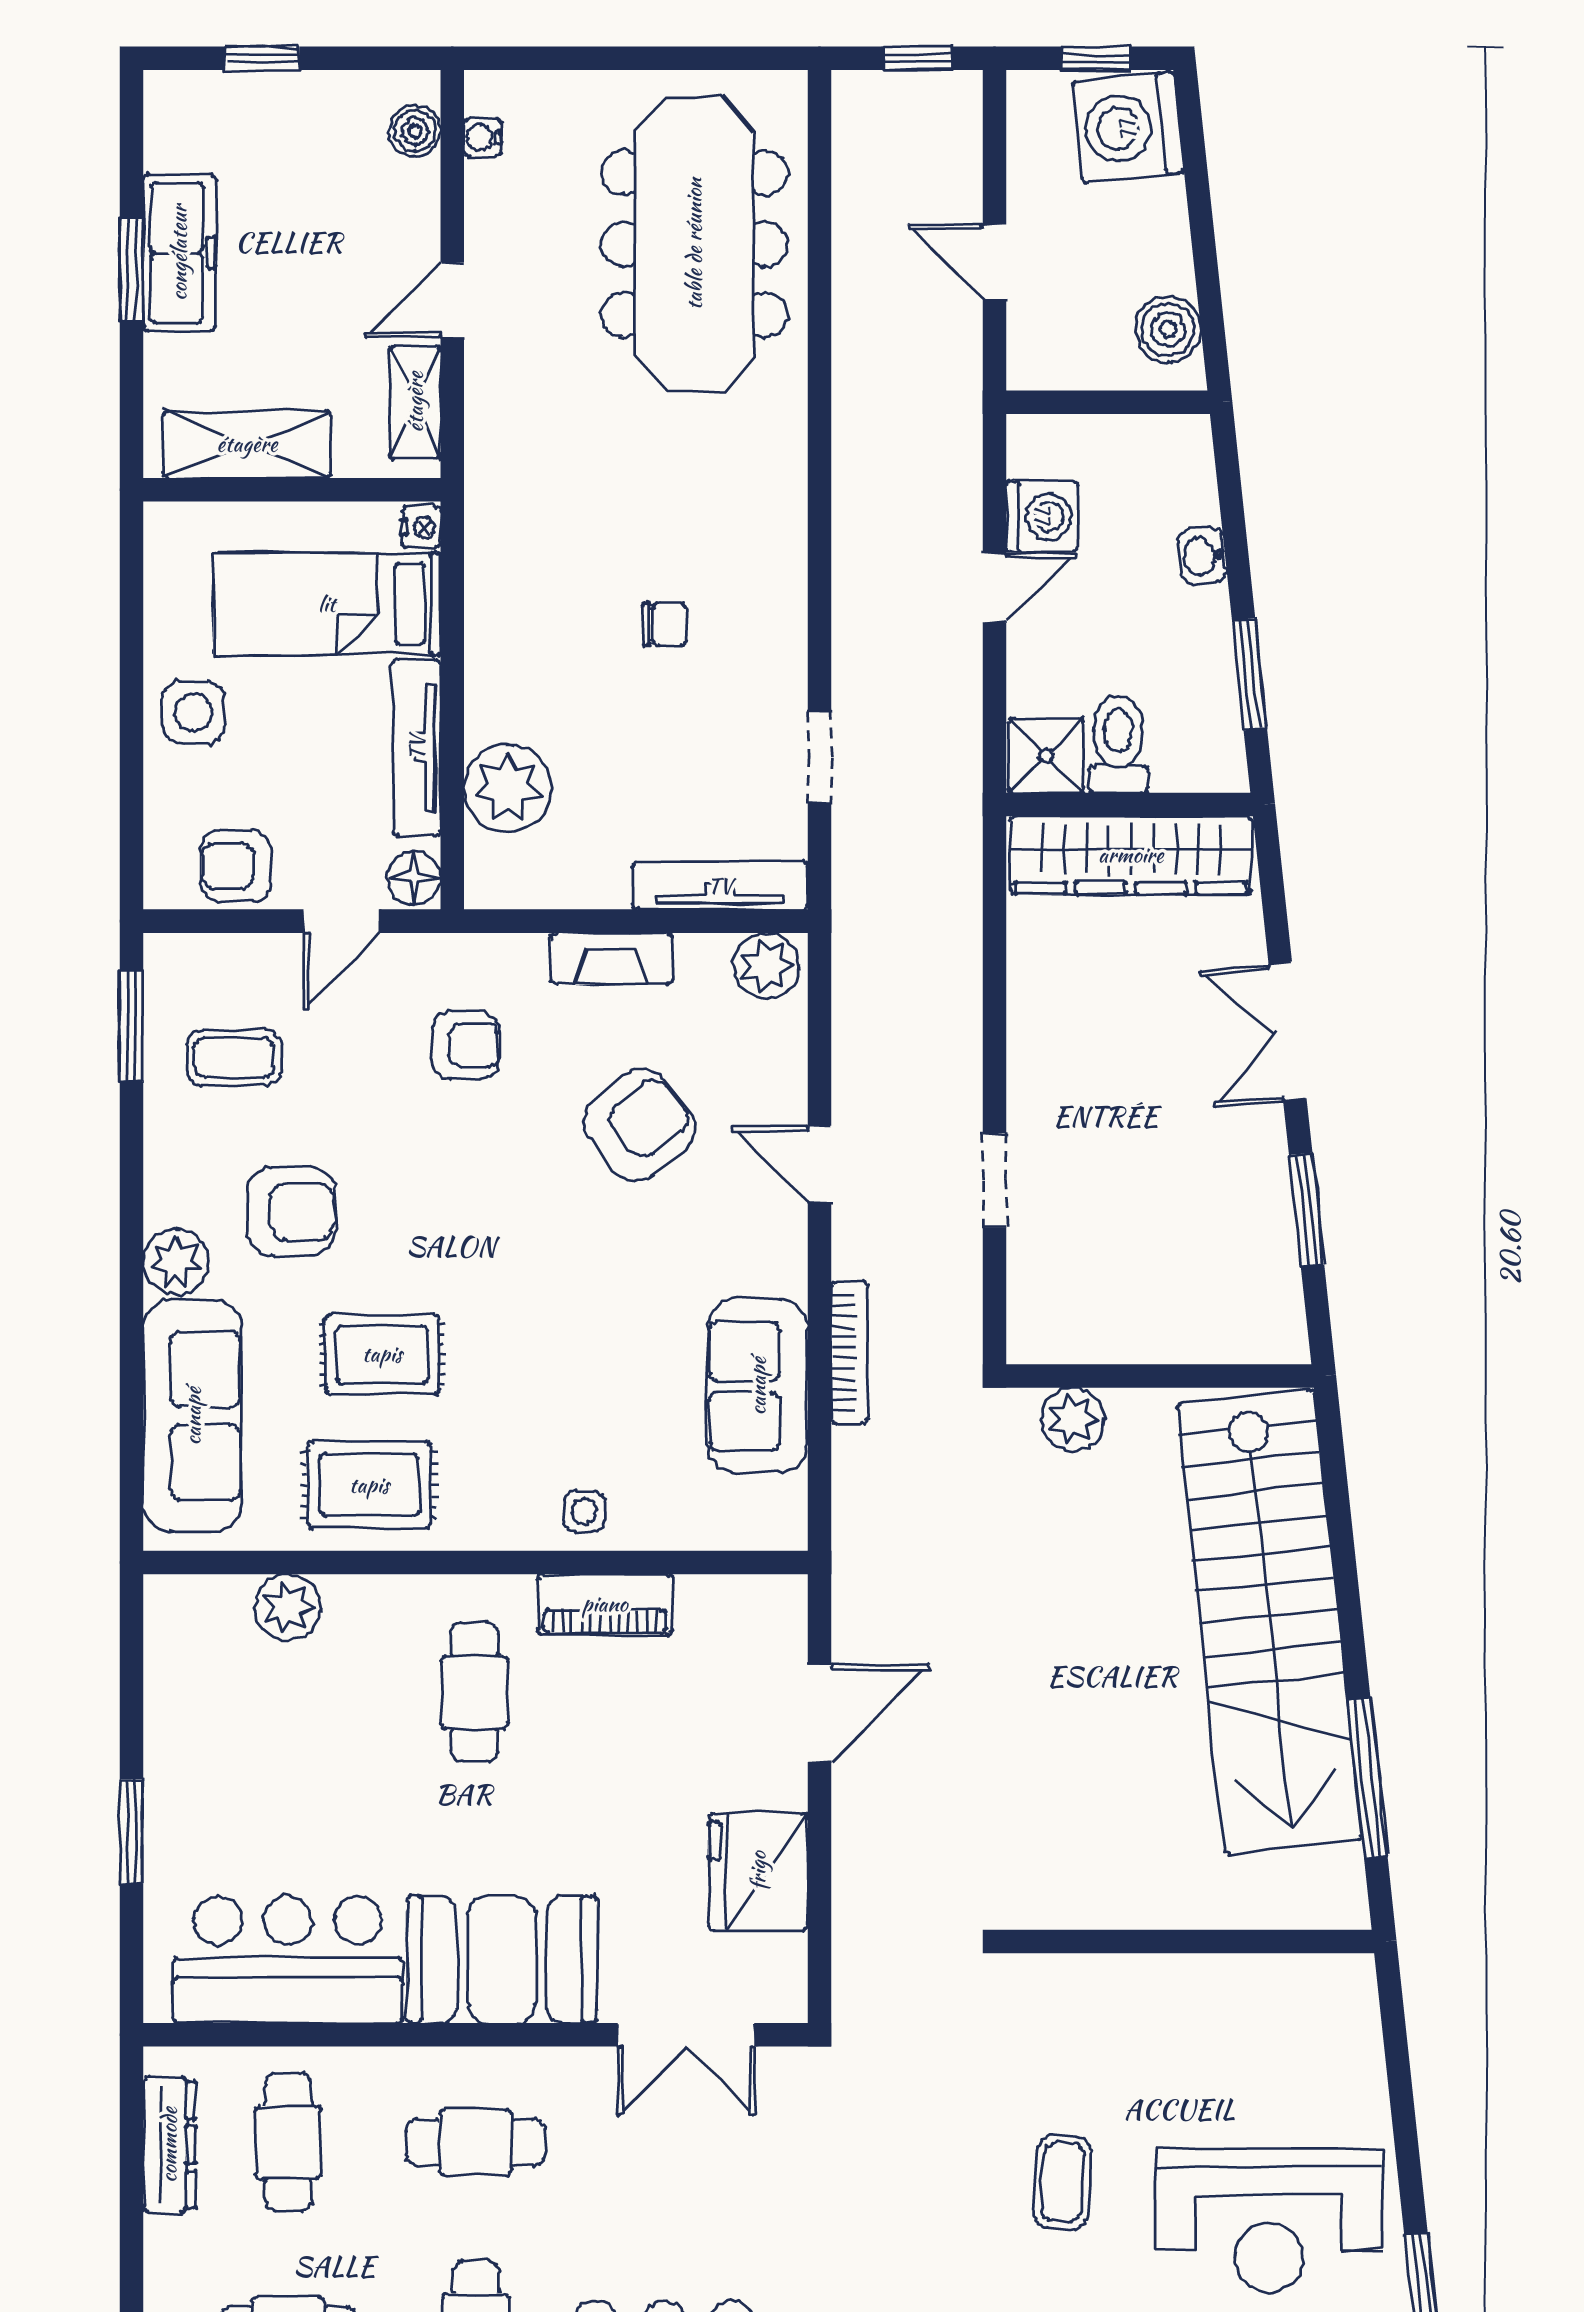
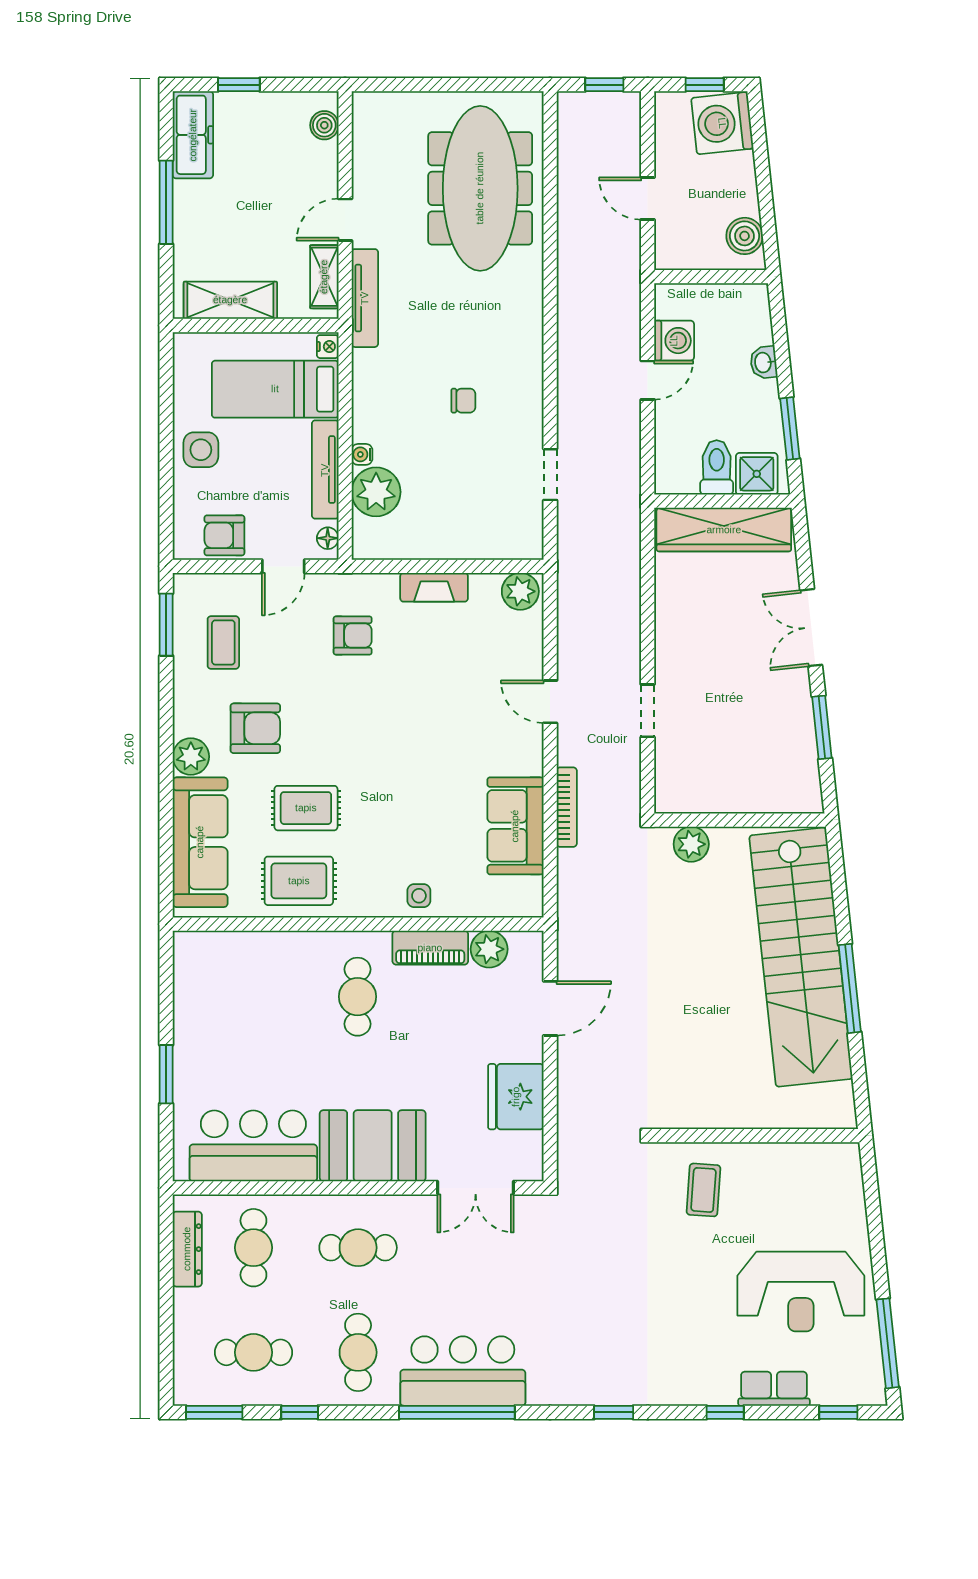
water cooler: (483, 138) -> (362, 454), moved
freezer: (179, 253) -> (193, 135), moved
window: (132, 269) -> (166, 202), width x1.44
shower: (1046, 755) -> (757, 474), moved
floor lamp: (414, 878) -> (328, 538), width x0.73, depth x0.73
tv unit: (720, 886) -> (365, 298), moved, turned 90
coffee table: (234, 1058) -> (223, 642), turned 90
armchair: (639, 1125) -> (450, 680), removed
plant: (288, 1607) -> (489, 949), moved
window: (1367, 1778) -> (850, 988), moved
coffee table: (1063, 2183) -> (703, 1190), moved

